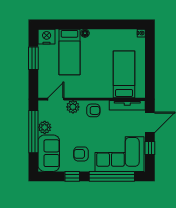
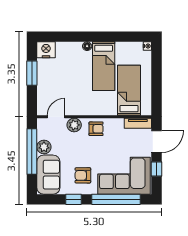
bed: (70, 52) -> (104, 66), moved
tv unit: (127, 105) -> (138, 123), width x0.71

